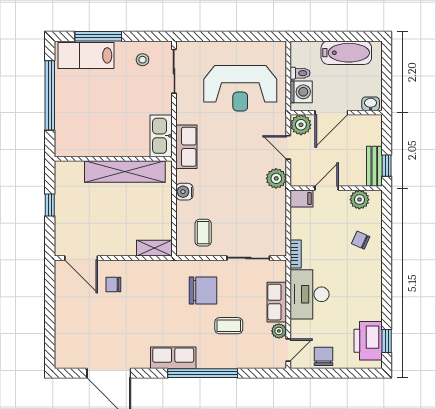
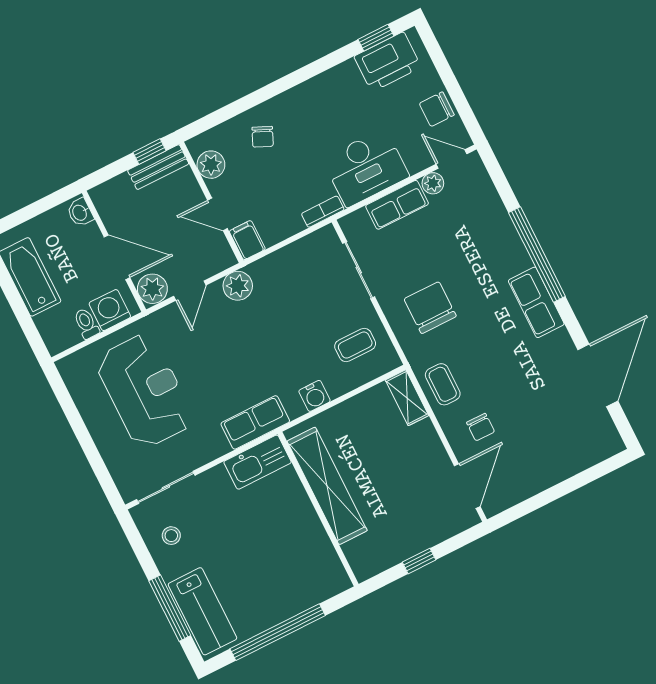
coffee table: (229, 326) -> (443, 384), moved

